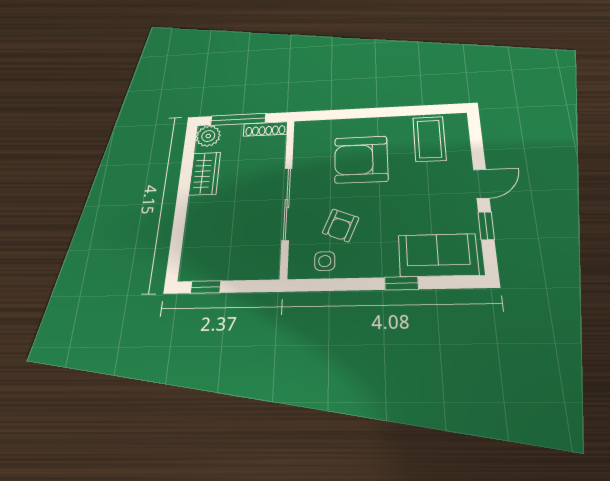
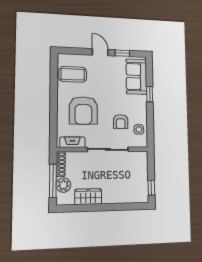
plant: (208, 136) -> (63, 185), moved
fireplace: (303, 145) -> (72, 142), added
armchair: (341, 225) -> (121, 122), turned 68

